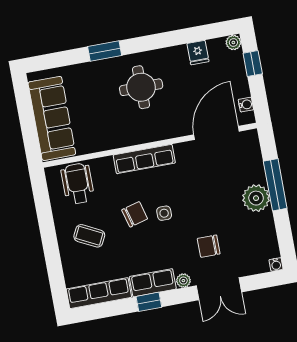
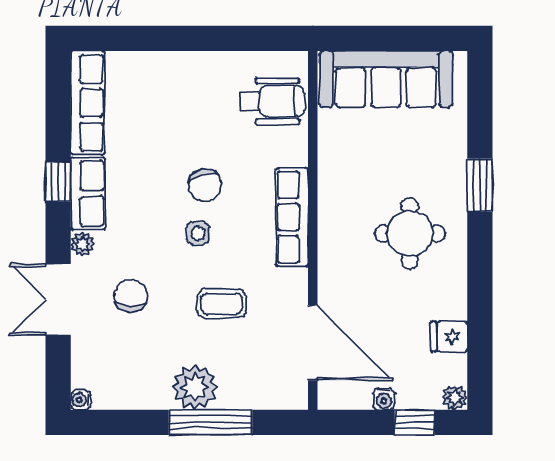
water cooler: (246, 105) -> (384, 399), moved
coffee table: (89, 236) -> (222, 304), moved, turned 63

